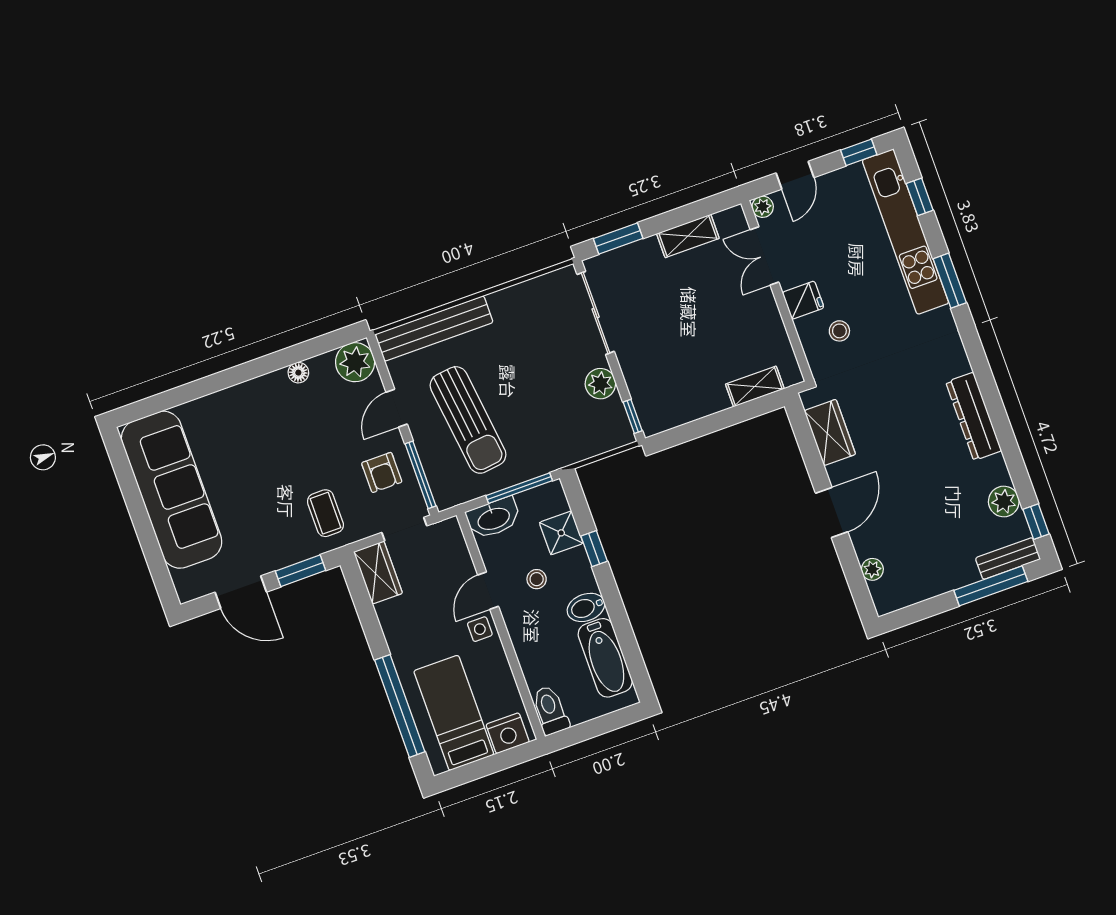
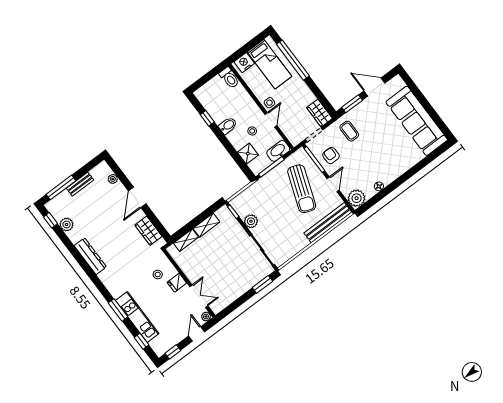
kitchen unit: (905, 232) -> (137, 317), width x0.73
shelving: (688, 236) -> (206, 225), moved
sun lounger: (468, 420) -> (302, 189), turned -153
window: (594, 549) -> (207, 118), moved
bench: (1008, 558) -> (80, 184), moved
bathtub: (605, 658) -> (213, 107), removed

